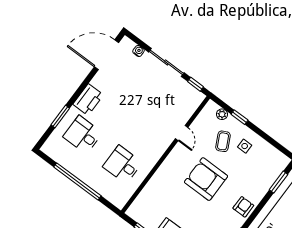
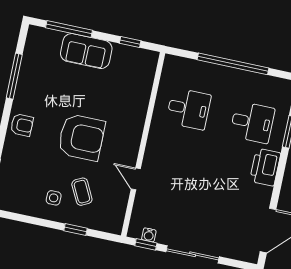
water cooler: (138, 51) -> (149, 235), moved
plant: (222, 114) -> (98, 223), removed
armchair: (243, 207) -> (22, 125), turned -90

